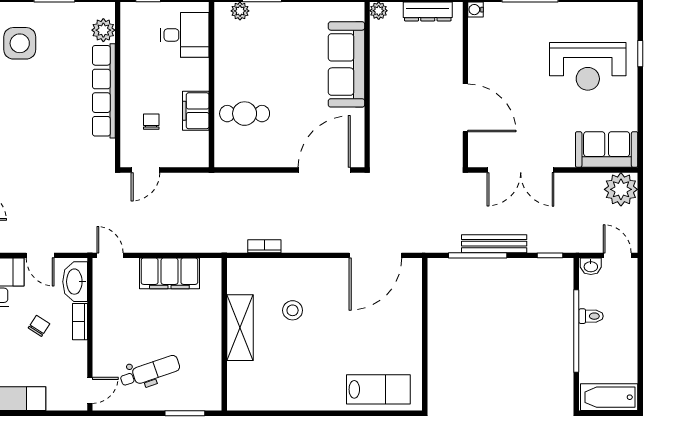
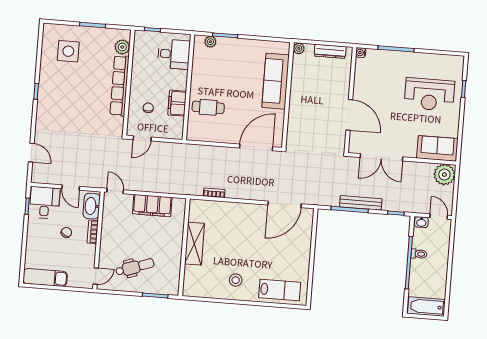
stool: (293, 310) -> (236, 280), moved

